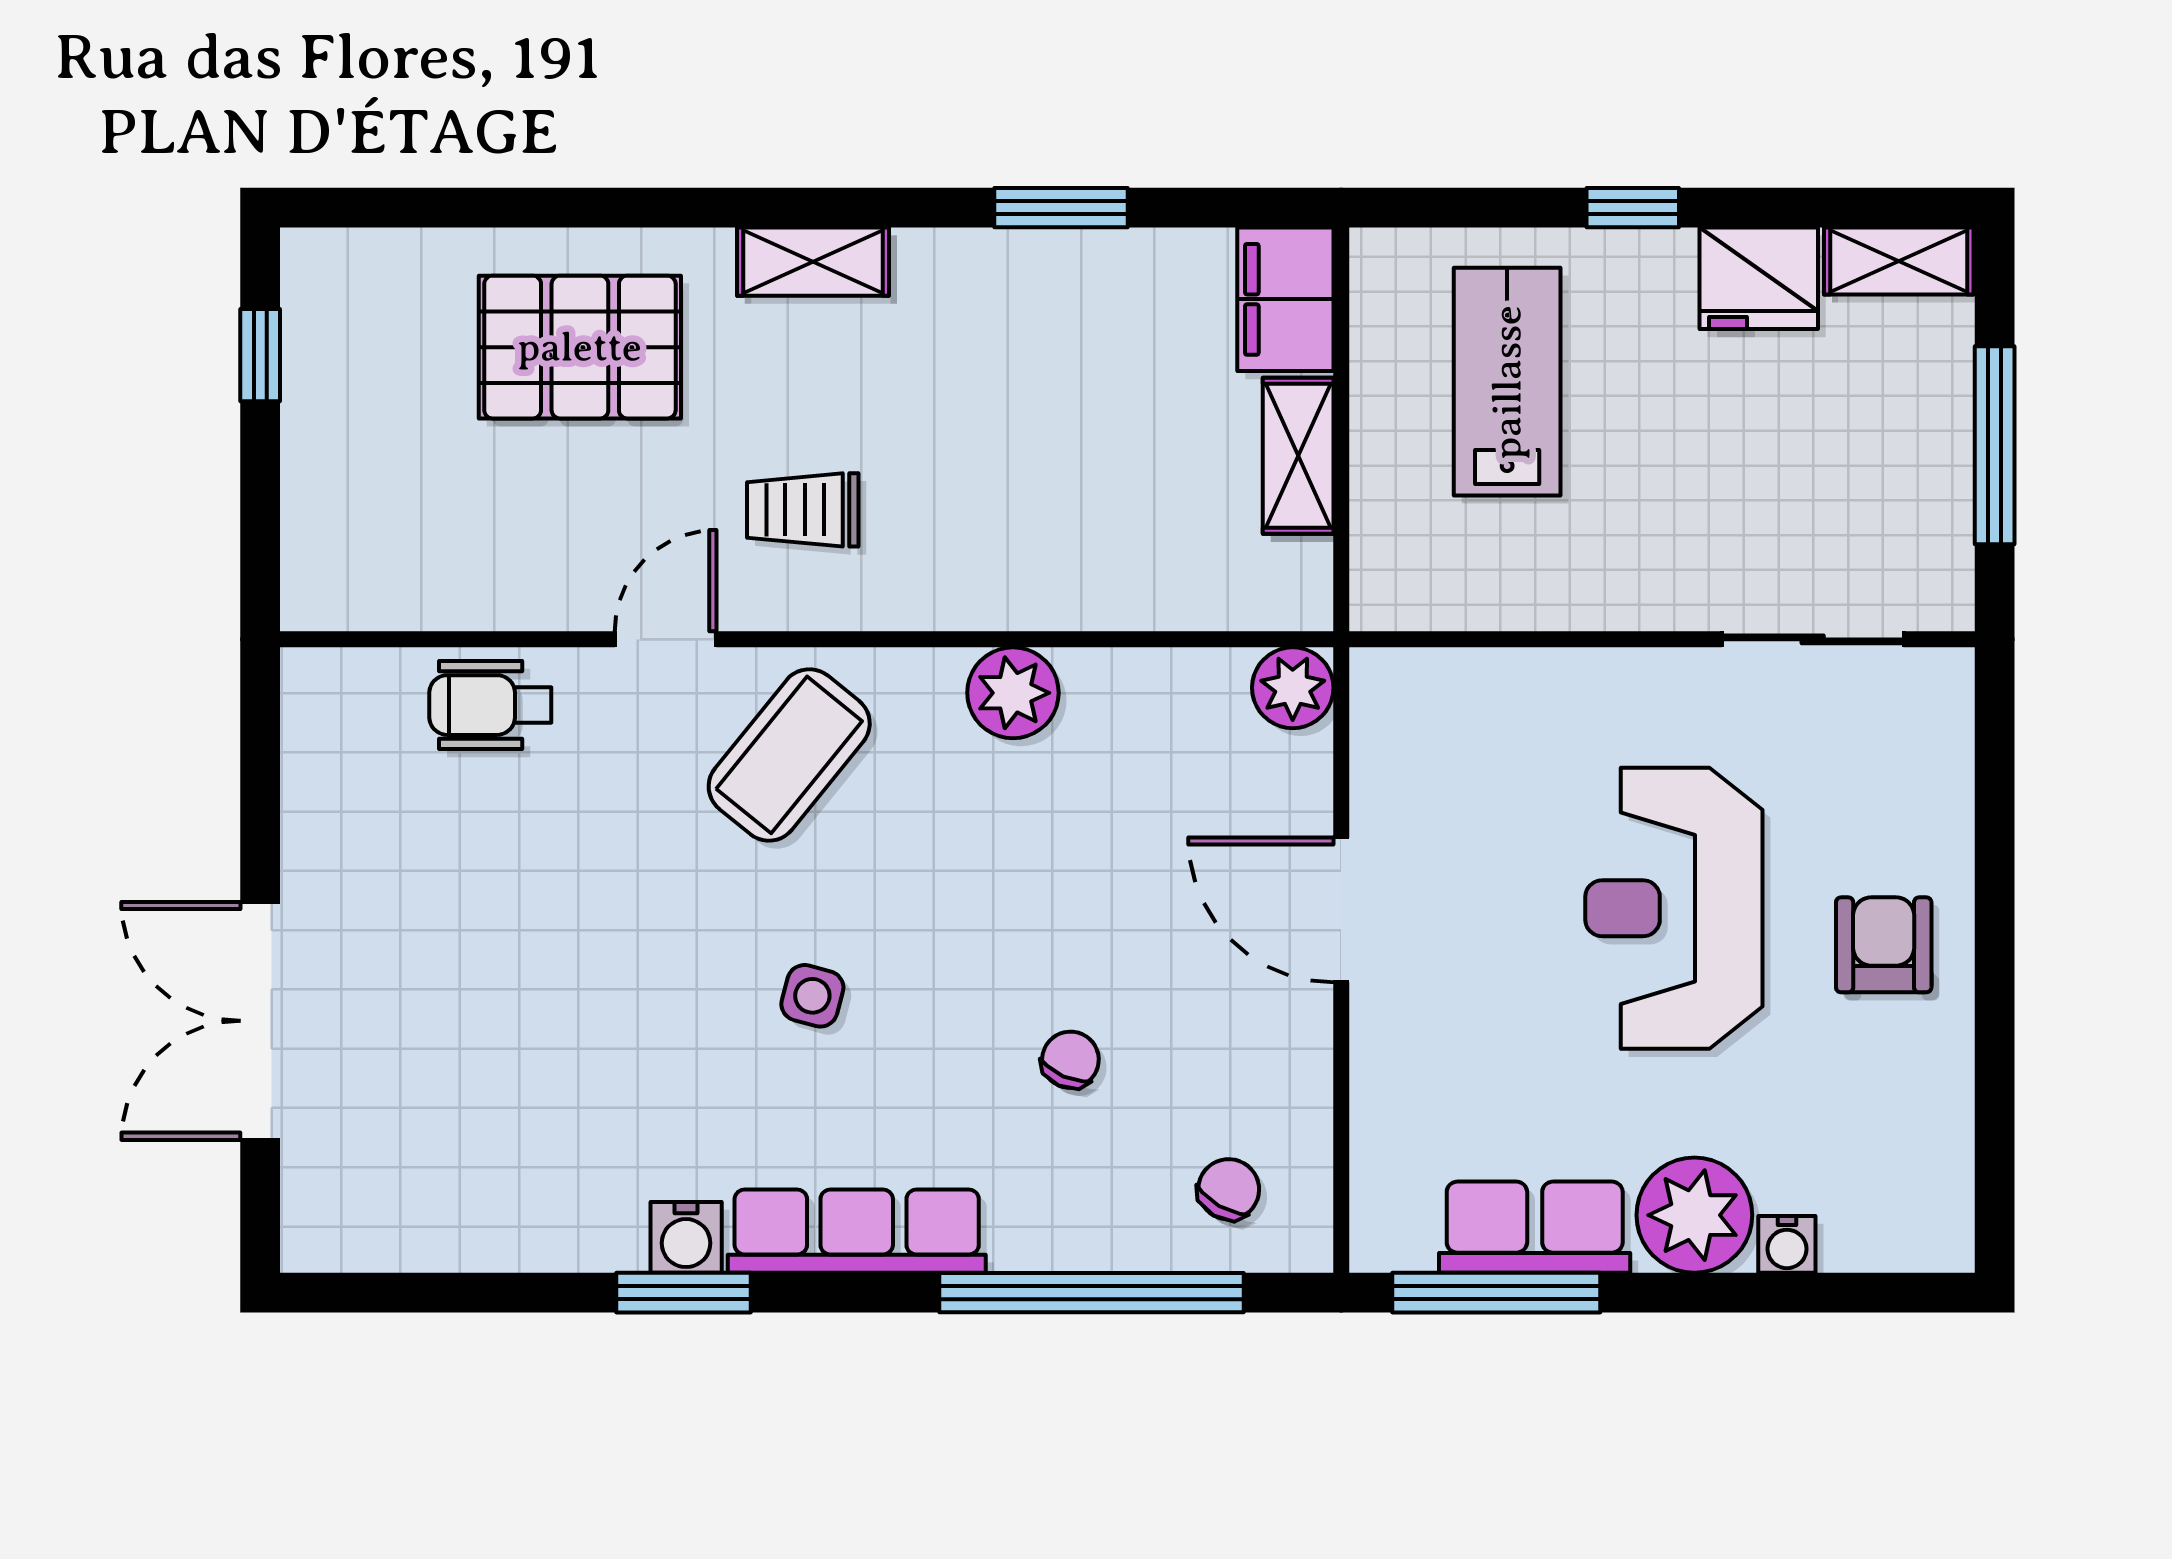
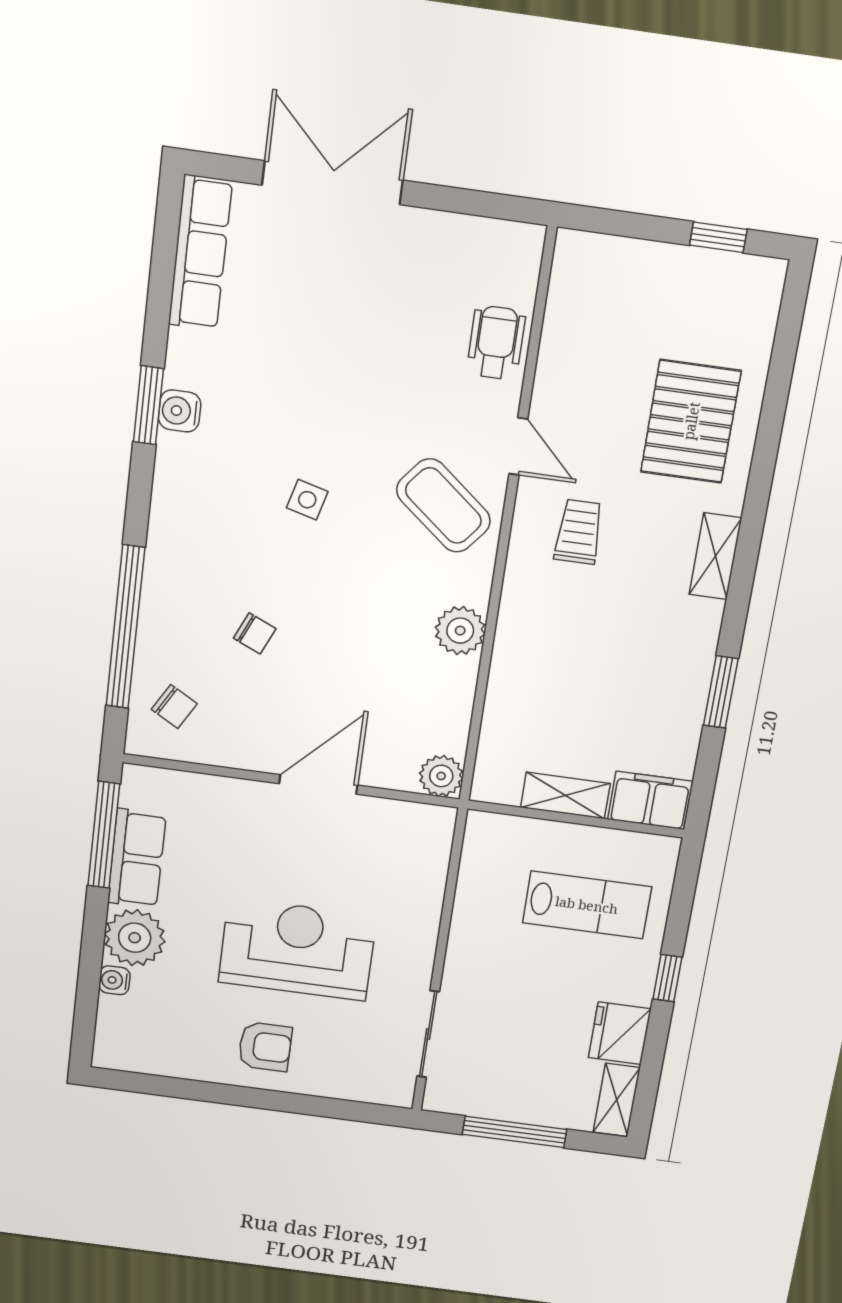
row of seats: (857, 1231) -> (200, 253), moved

